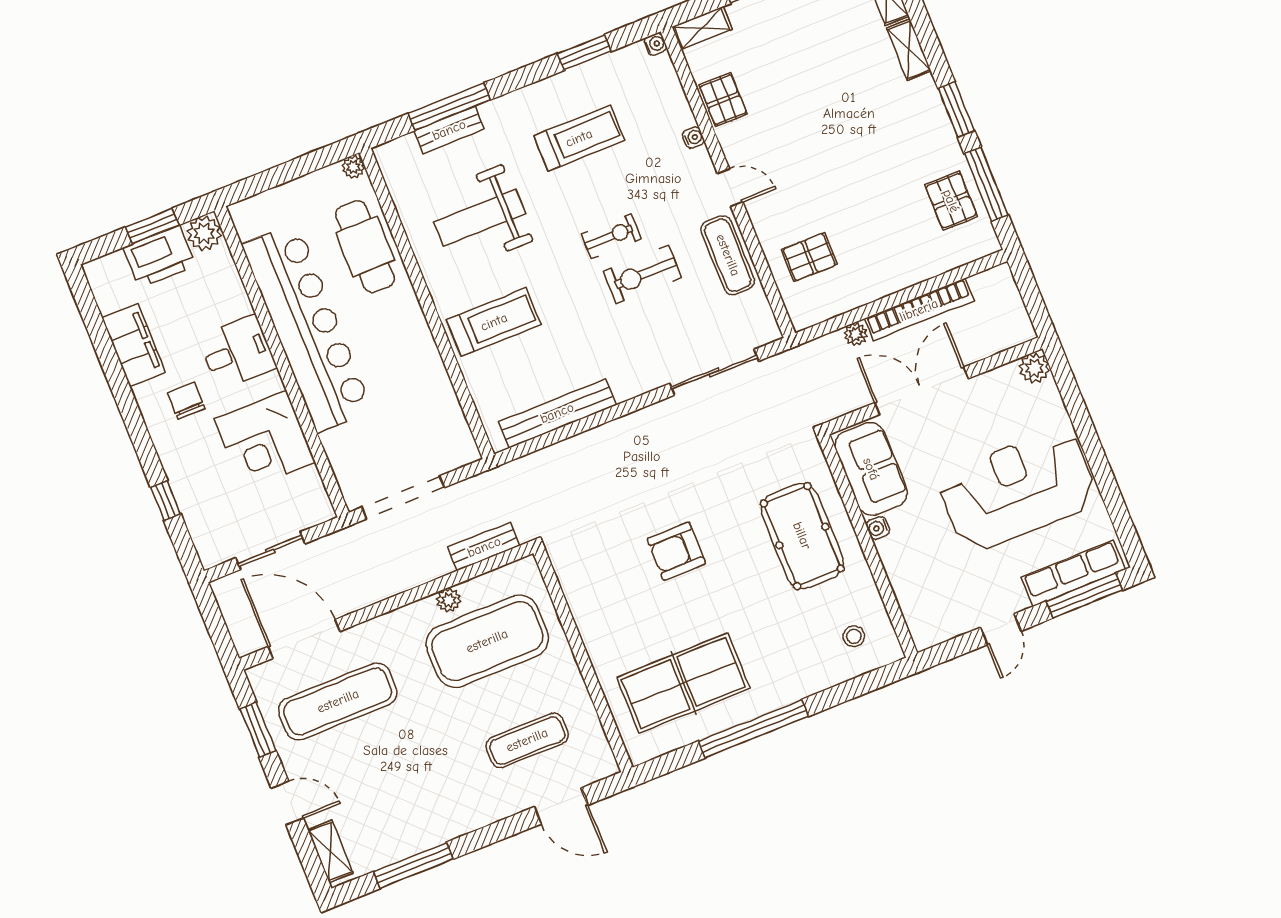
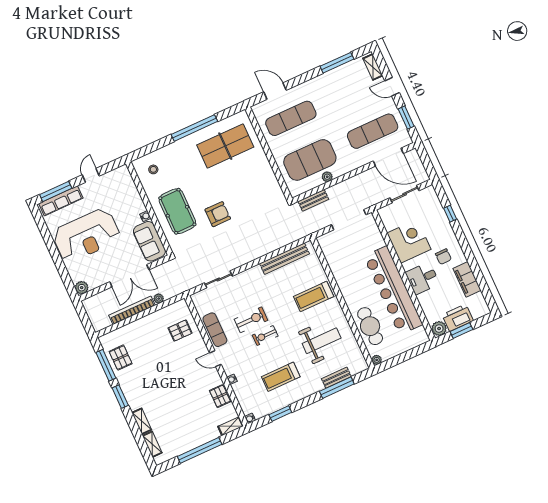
sliding door: (714, 372) -> (218, 279), width x0.73
armchair: (676, 551) -> (218, 214), moved
exercise mat: (527, 740) -> (291, 118), width x1.36, depth x1.45

